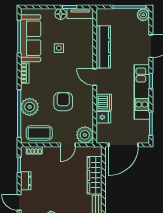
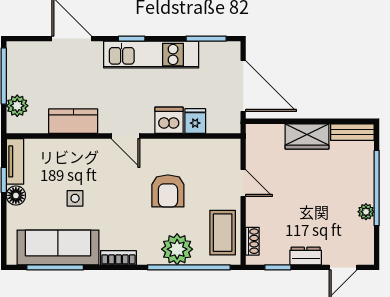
plant: (143, 15) -> (17, 106), moved
kitchen counter: (103, 47) -> (73, 121), width x0.67
door: (95, 77) -> (125, 136), hinge flipped
armchair: (63, 102) -> (168, 191), turned -90
plant: (85, 135) -> (226, 153), removed
wardrobe: (95, 175) -> (307, 136), width x0.67

